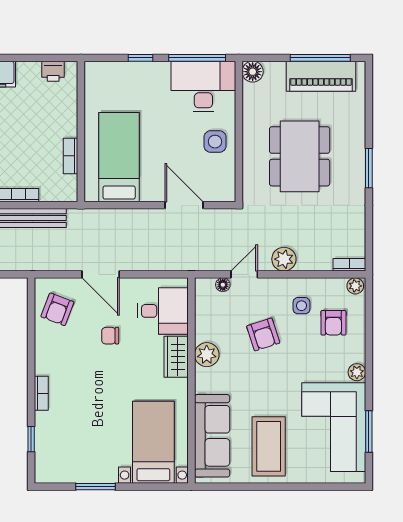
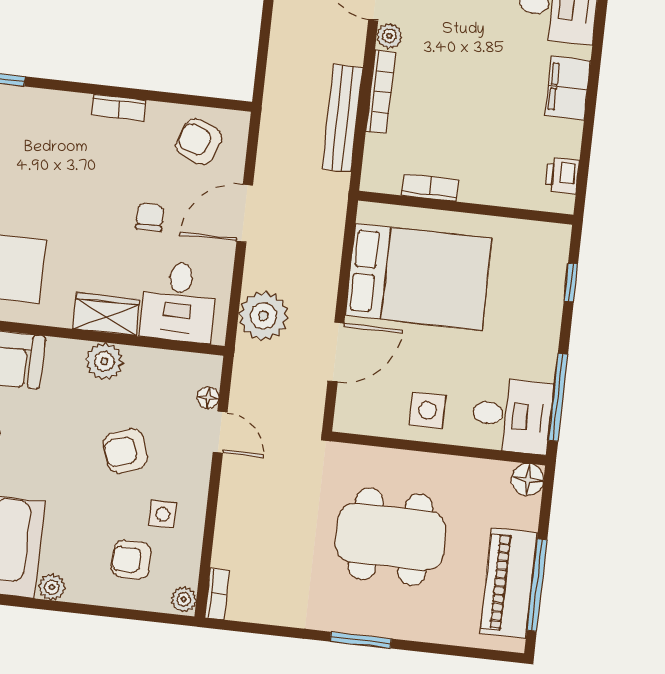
window: (141, 58) -> (571, 282), moved
desk: (203, 87) -> (512, 415), width x0.73
bed: (119, 157) -> (419, 277), width x1.50
plant: (284, 259) -> (263, 316), moved, width x1.36, depth x1.36
bookcase: (41, 393) -> (119, 108), moved

